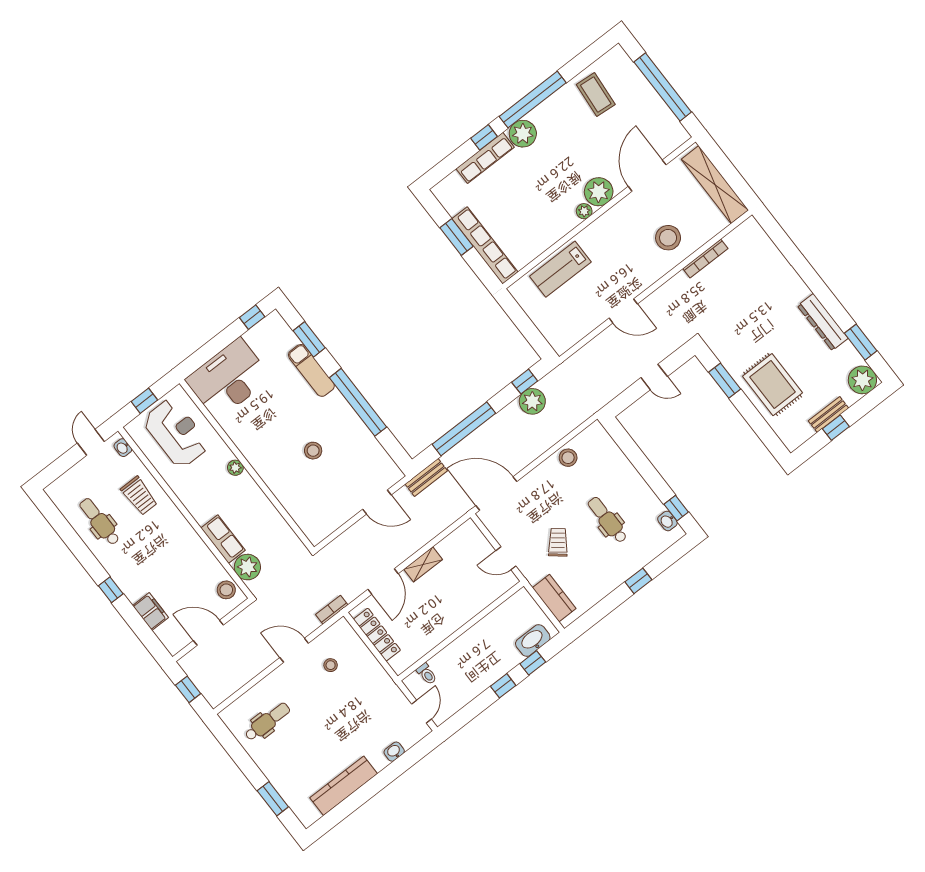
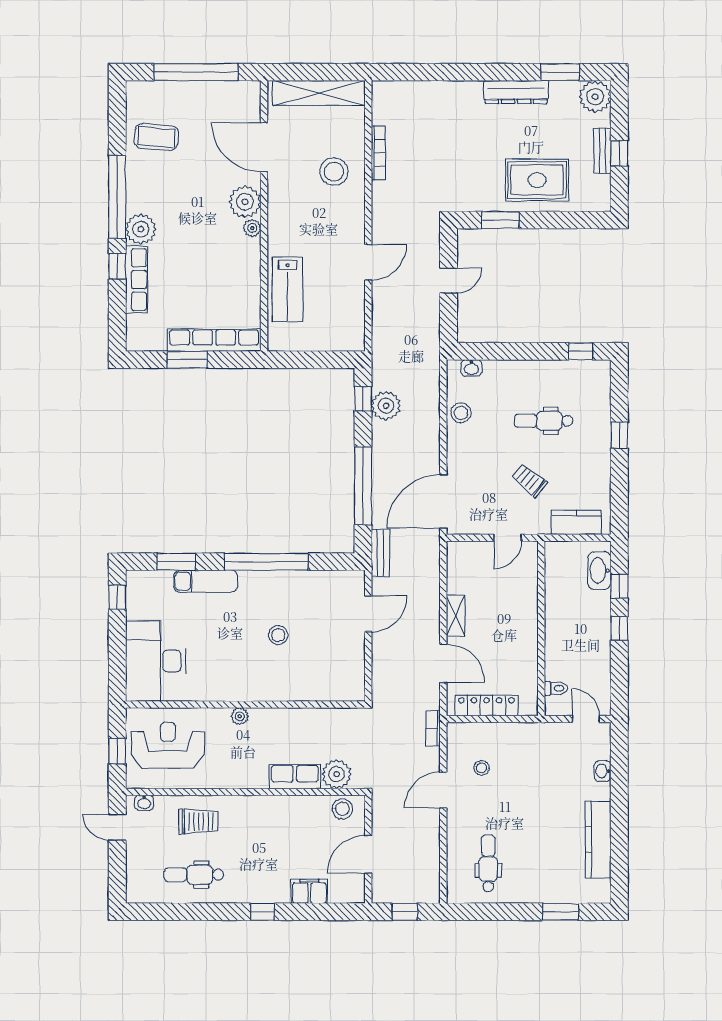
washbasin: (667, 521) -> (471, 368), moved

